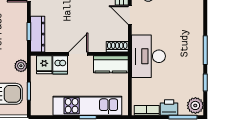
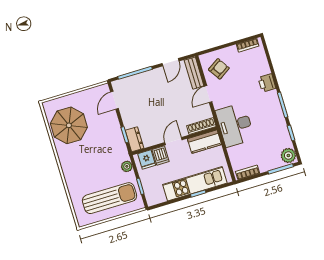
door: (130, 15) -> (208, 94), hinge flipped
dresser: (38, 34) -> (135, 139), width x0.70
shoe rack: (117, 47) -> (201, 126), width x1.43
printer: (169, 108) -> (267, 83), moved, turned -90

